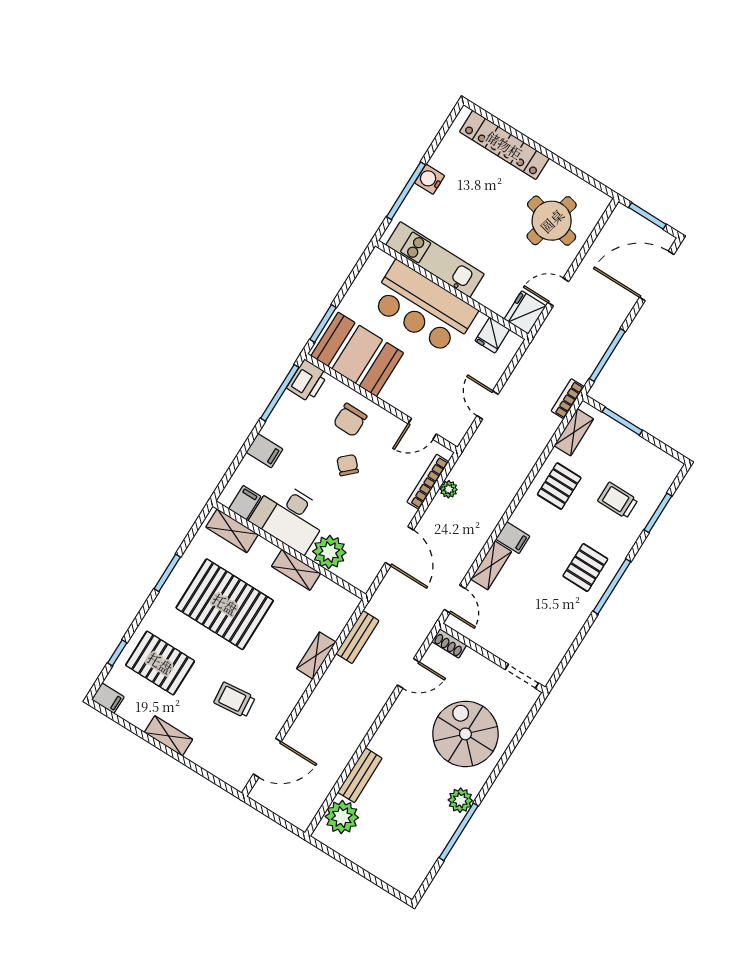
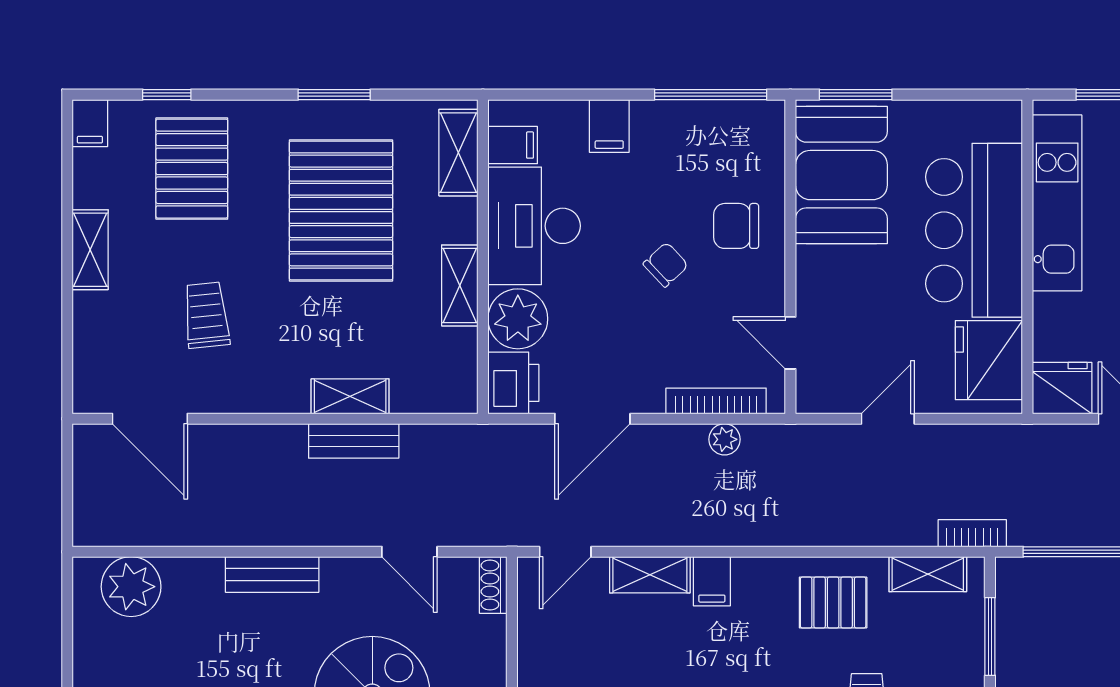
fridge: (492, 335) -> (989, 360), width x1.88, depth x1.34
printer: (307, 381) -> (513, 383), moved, turned -90
bench: (357, 637) -> (354, 441), moved
bench: (360, 775) -> (272, 575), moved

